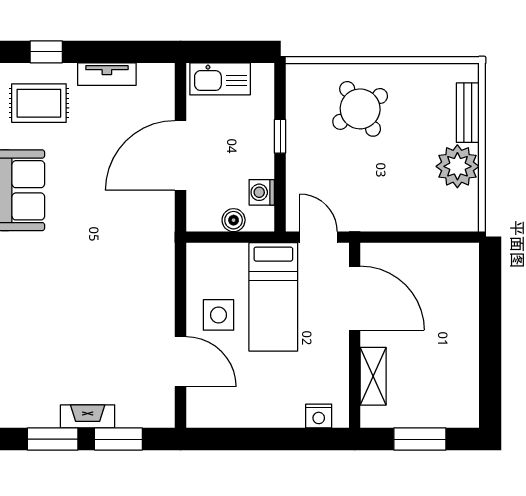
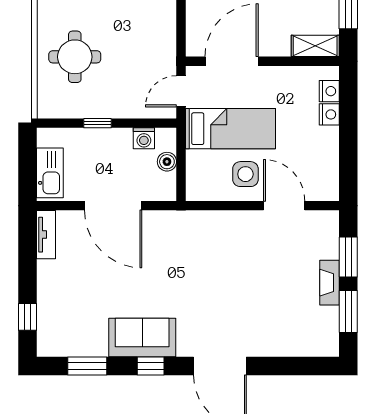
tv unit: (107, 74) -> (46, 235), moved
rug: (39, 103) -> (70, 323), removed
round table: (360, 109) -> (75, 57), turned 33
door: (180, 362) -> (284, 206), hinge flipped
shelving: (373, 376) -> (315, 46), moved
nightstand: (291, 416) -> (329, 114), added

